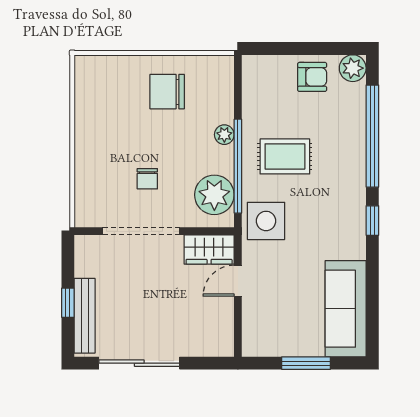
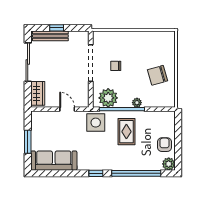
armchair: (312, 77) -> (164, 145), turned 180
chair: (167, 92) -> (157, 75), turned -106
wardrobe: (209, 250) -> (38, 93), moved, turned 180

